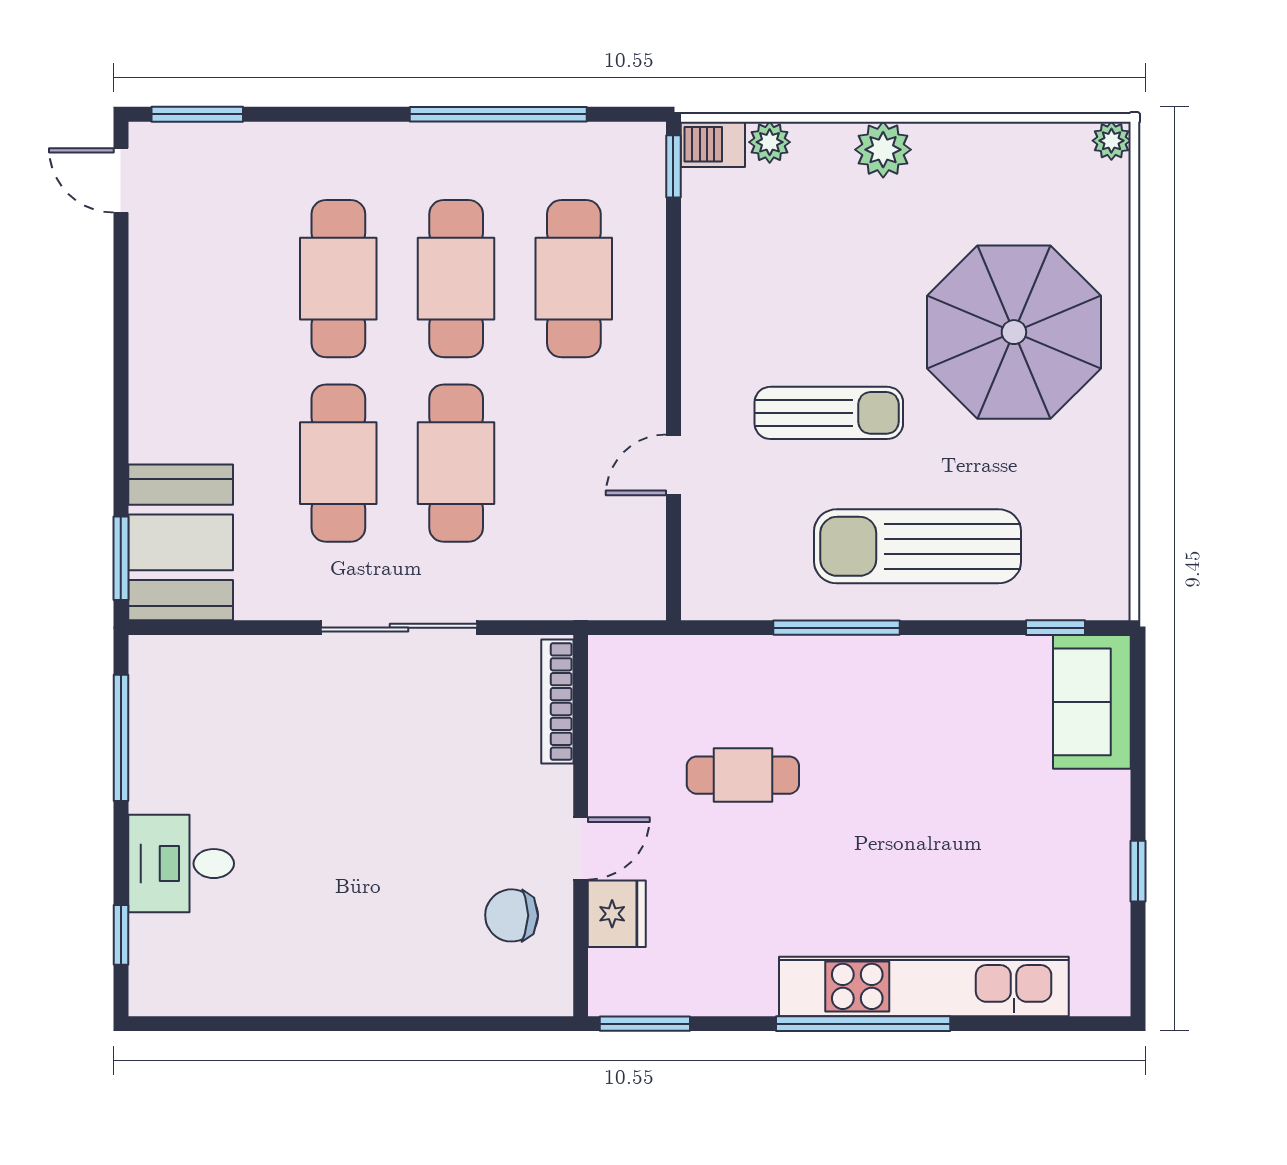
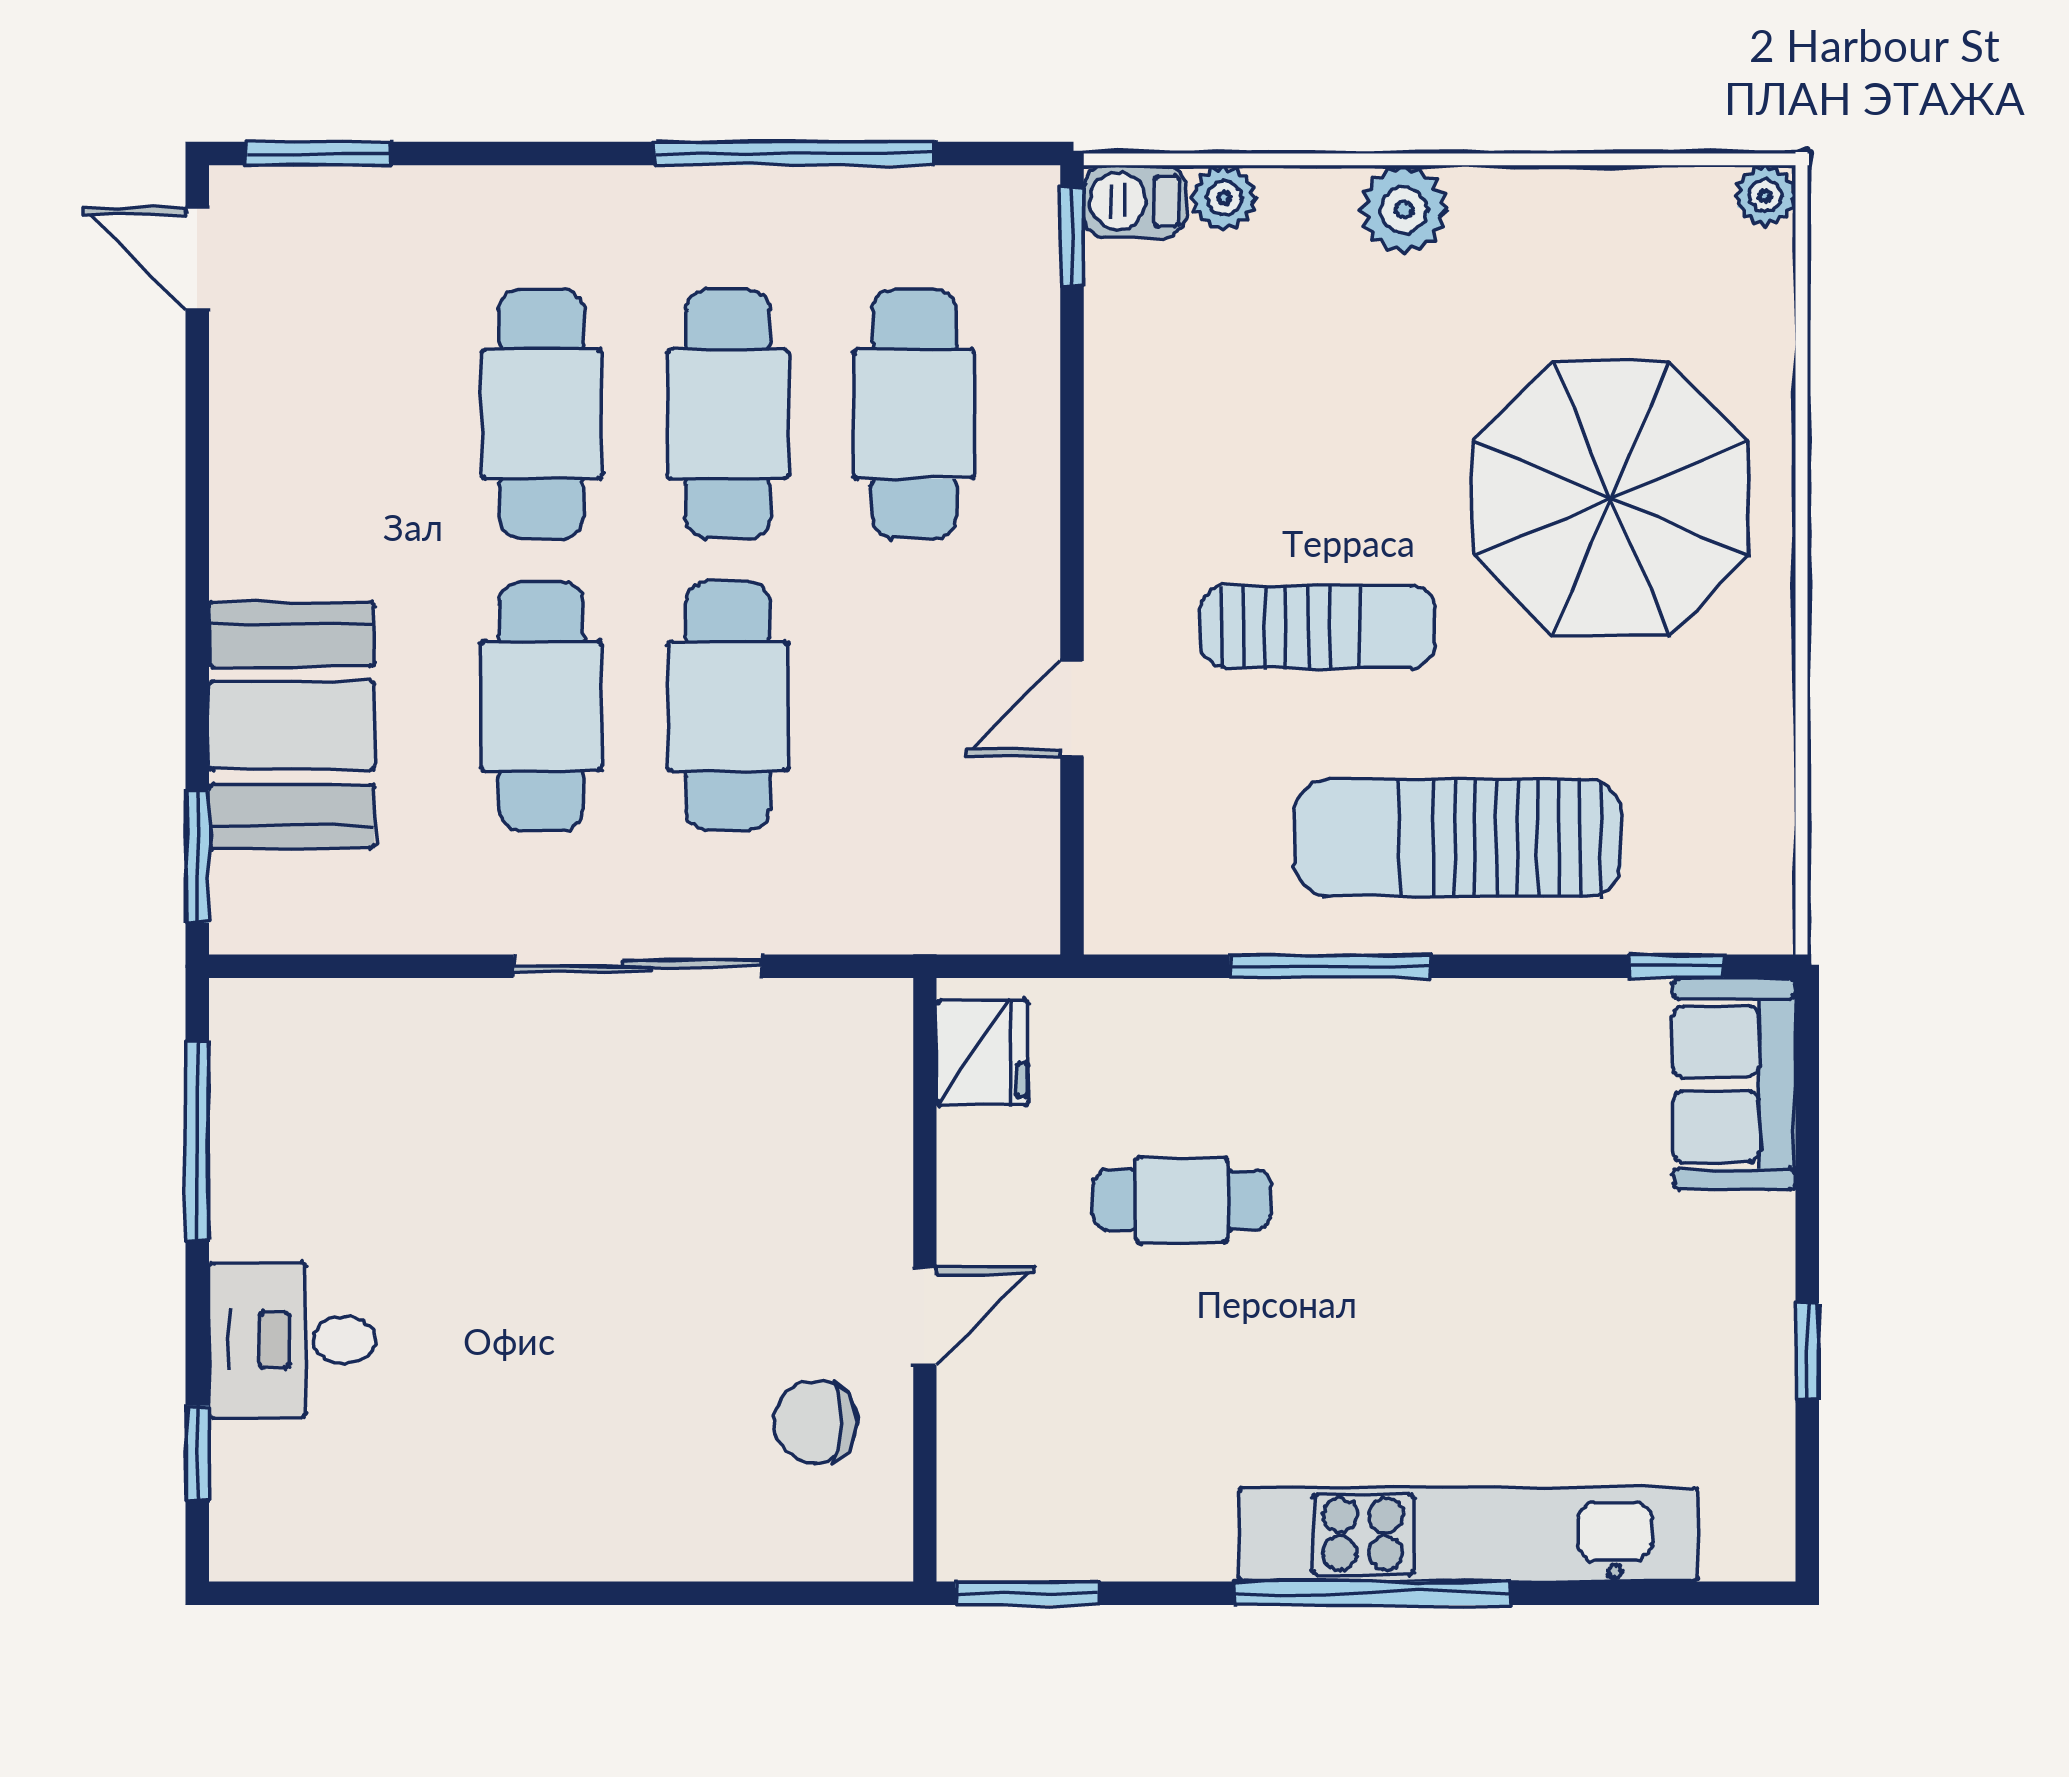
booth: (181, 542) -> (292, 725), moved
bookcase: (557, 702) -> (888, 1083), removed
fridge: (617, 914) -> (982, 1053), moved

